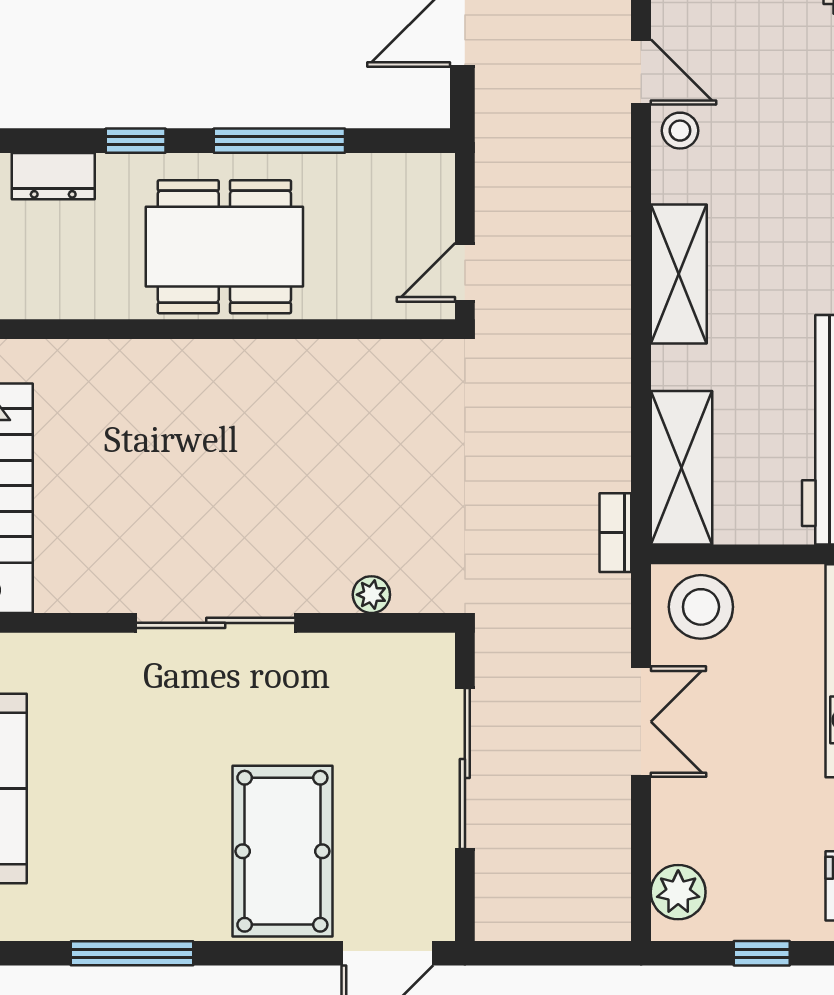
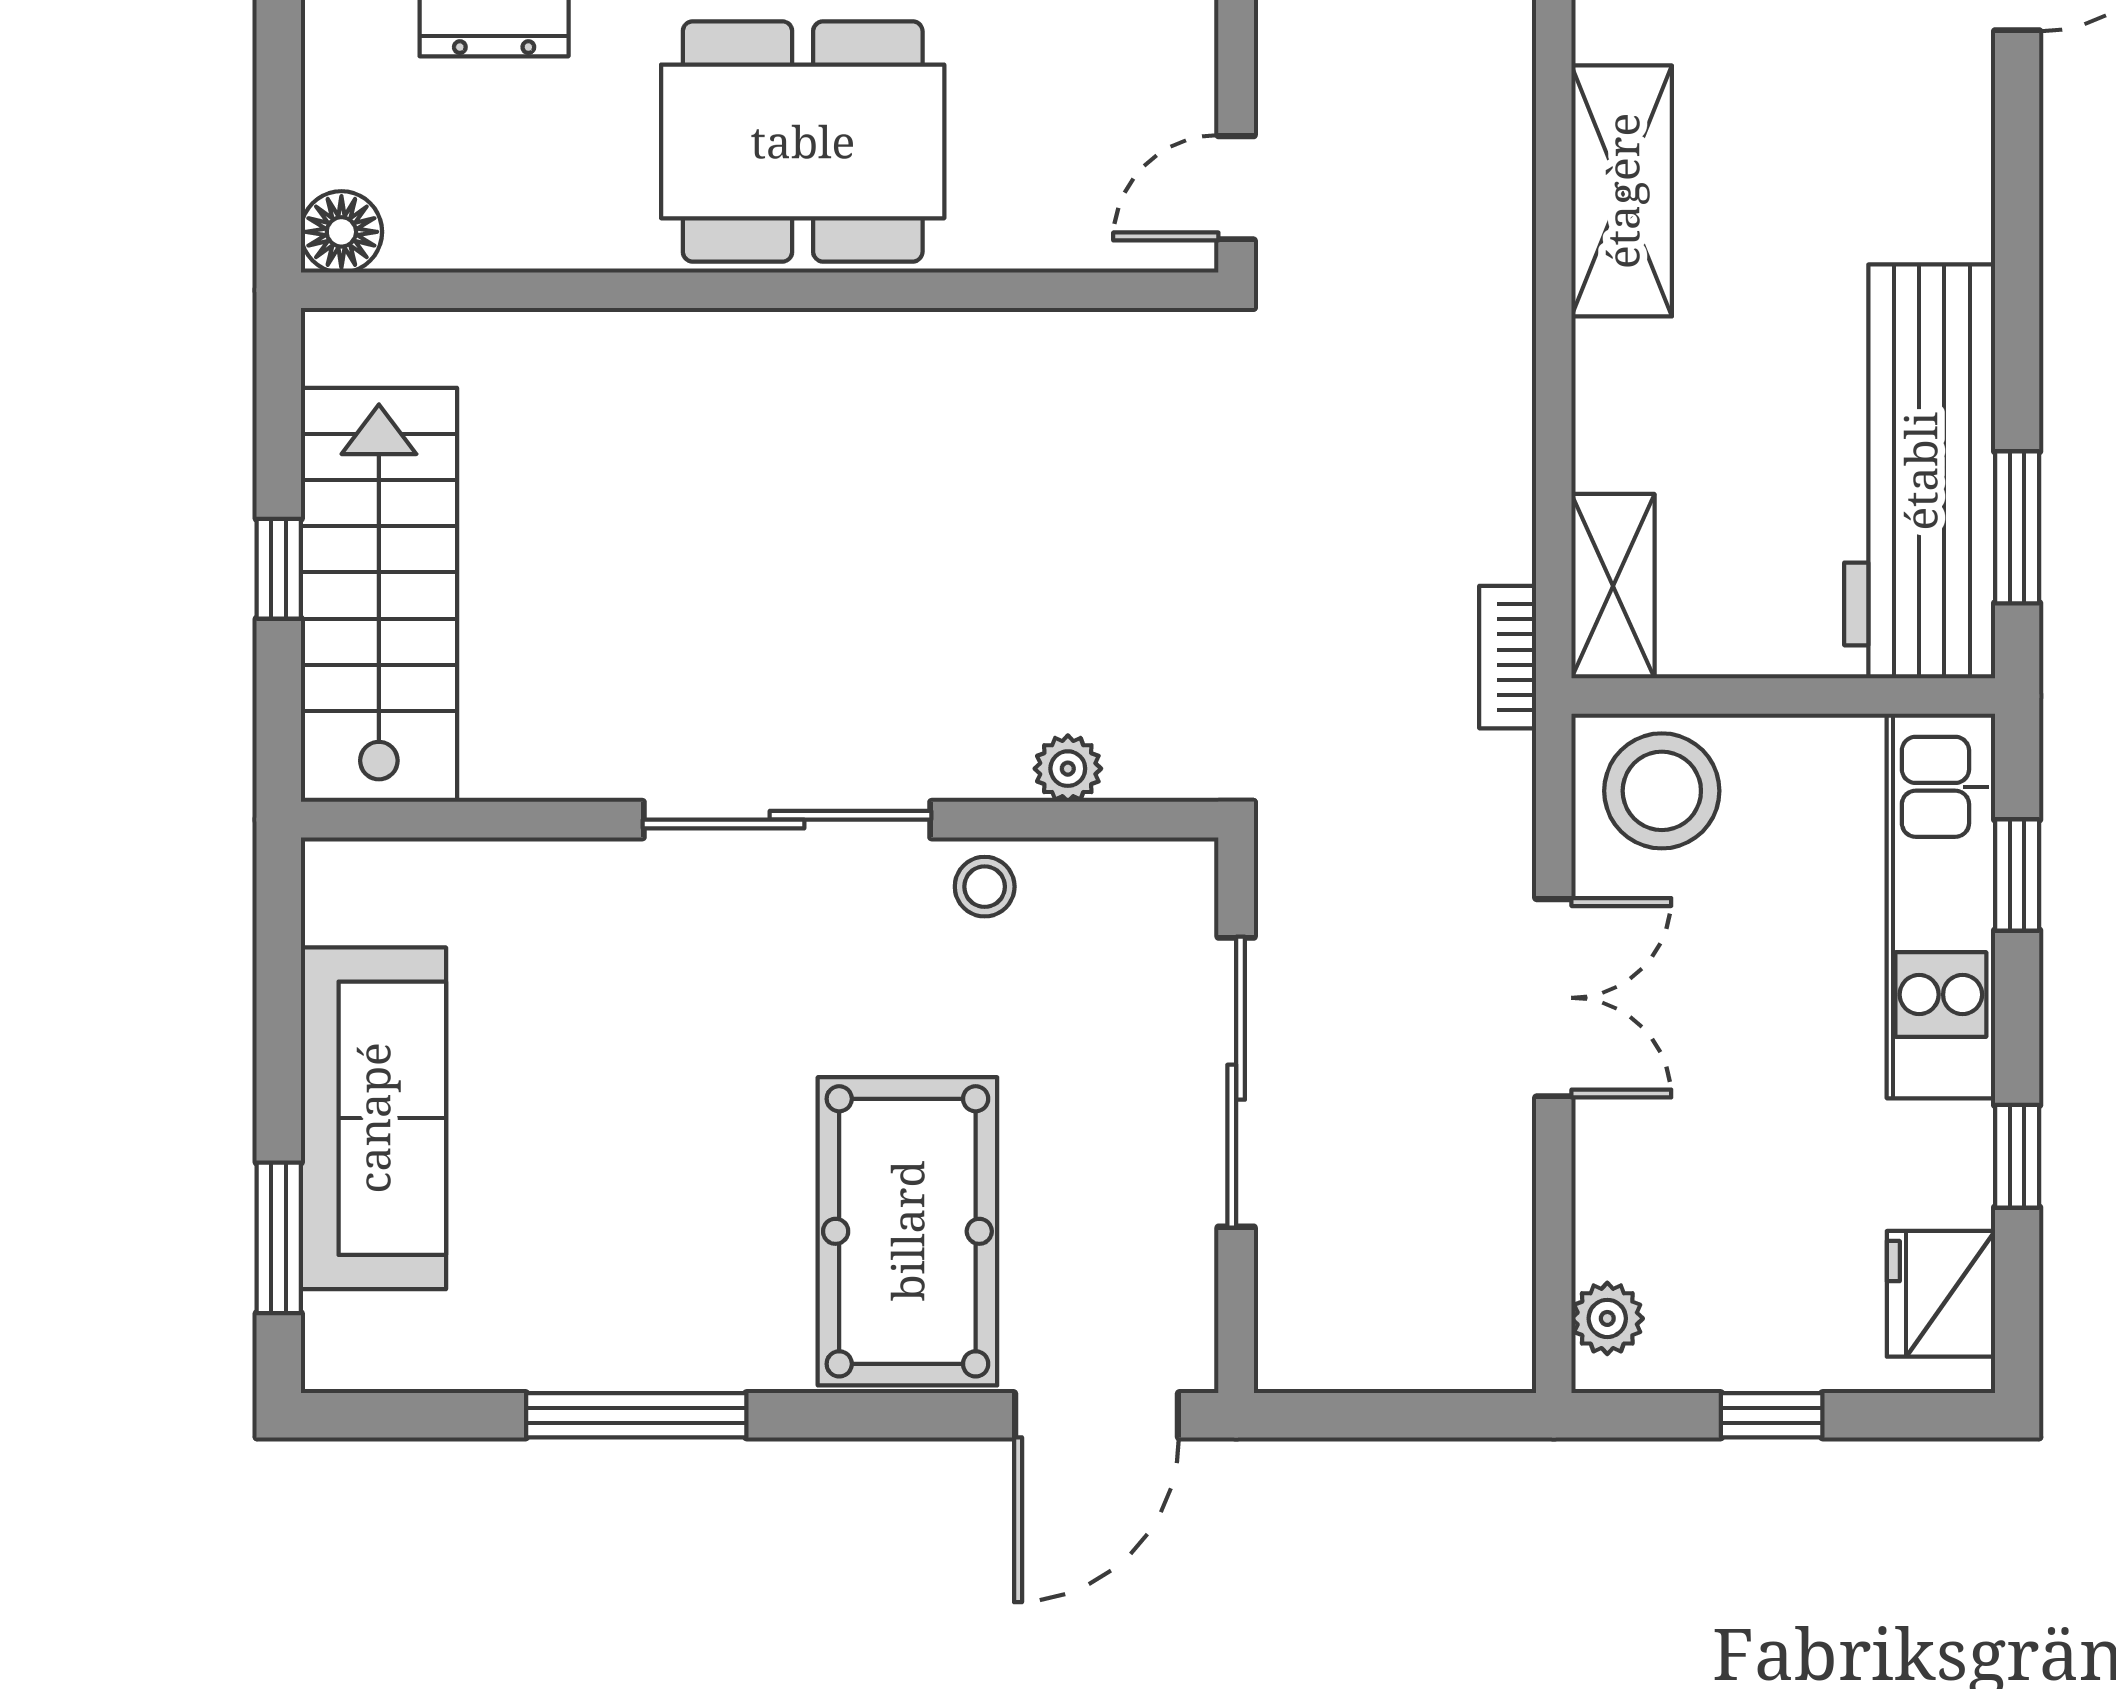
shelving: (682, 468) -> (1613, 586), width x0.67, depth x0.75
stool: (325, 660) -> (985, 887), added
plant: (678, 892) -> (1607, 1318), width x0.73, depth x0.73

